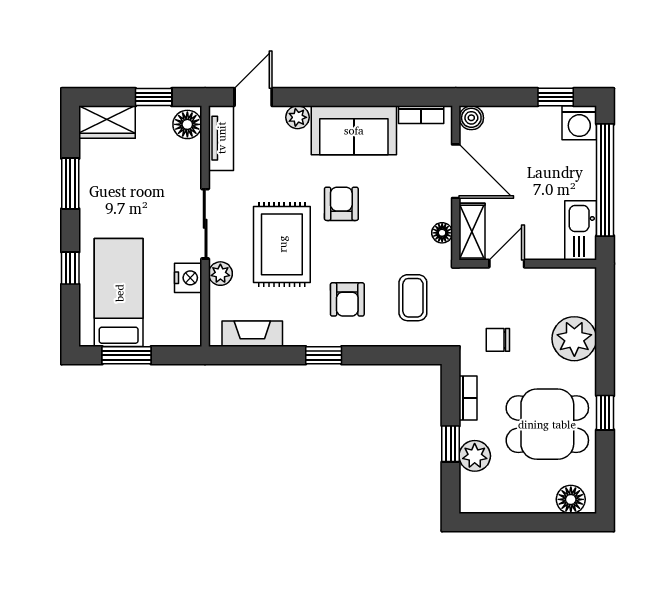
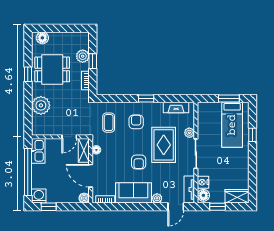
window: (70, 184) -> (252, 170), removed
nightstand: (188, 278) -> (203, 182), moved
chair: (498, 340) -> (73, 105), removed

